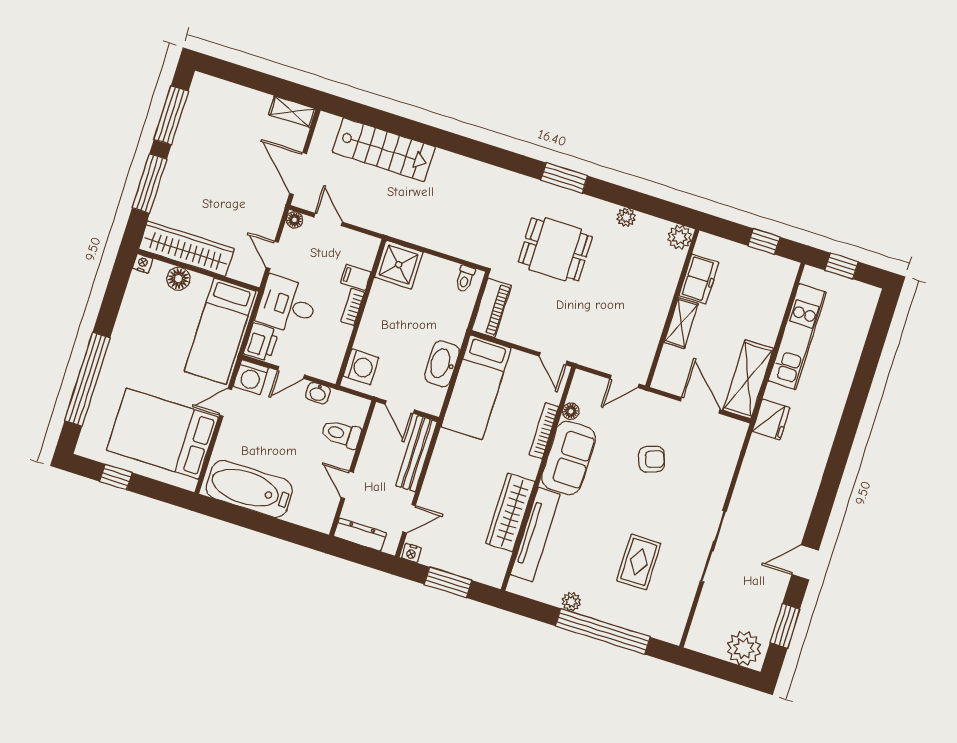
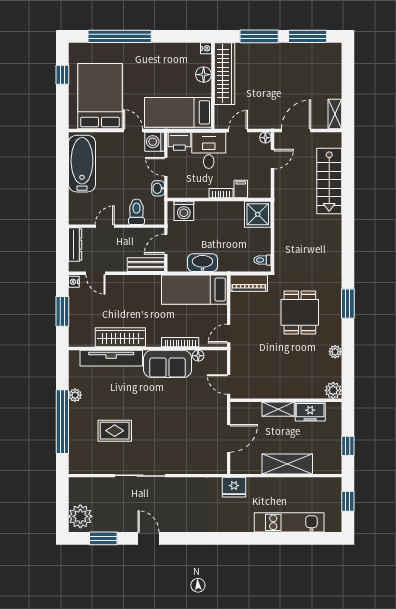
kitchen unit: (797, 337) -> (289, 522), moved, turned 180
shelving: (748, 379) -> (287, 464), moved
bench: (417, 454) -> (146, 265), width x0.73
armchair: (652, 459) -> (184, 418), removed

